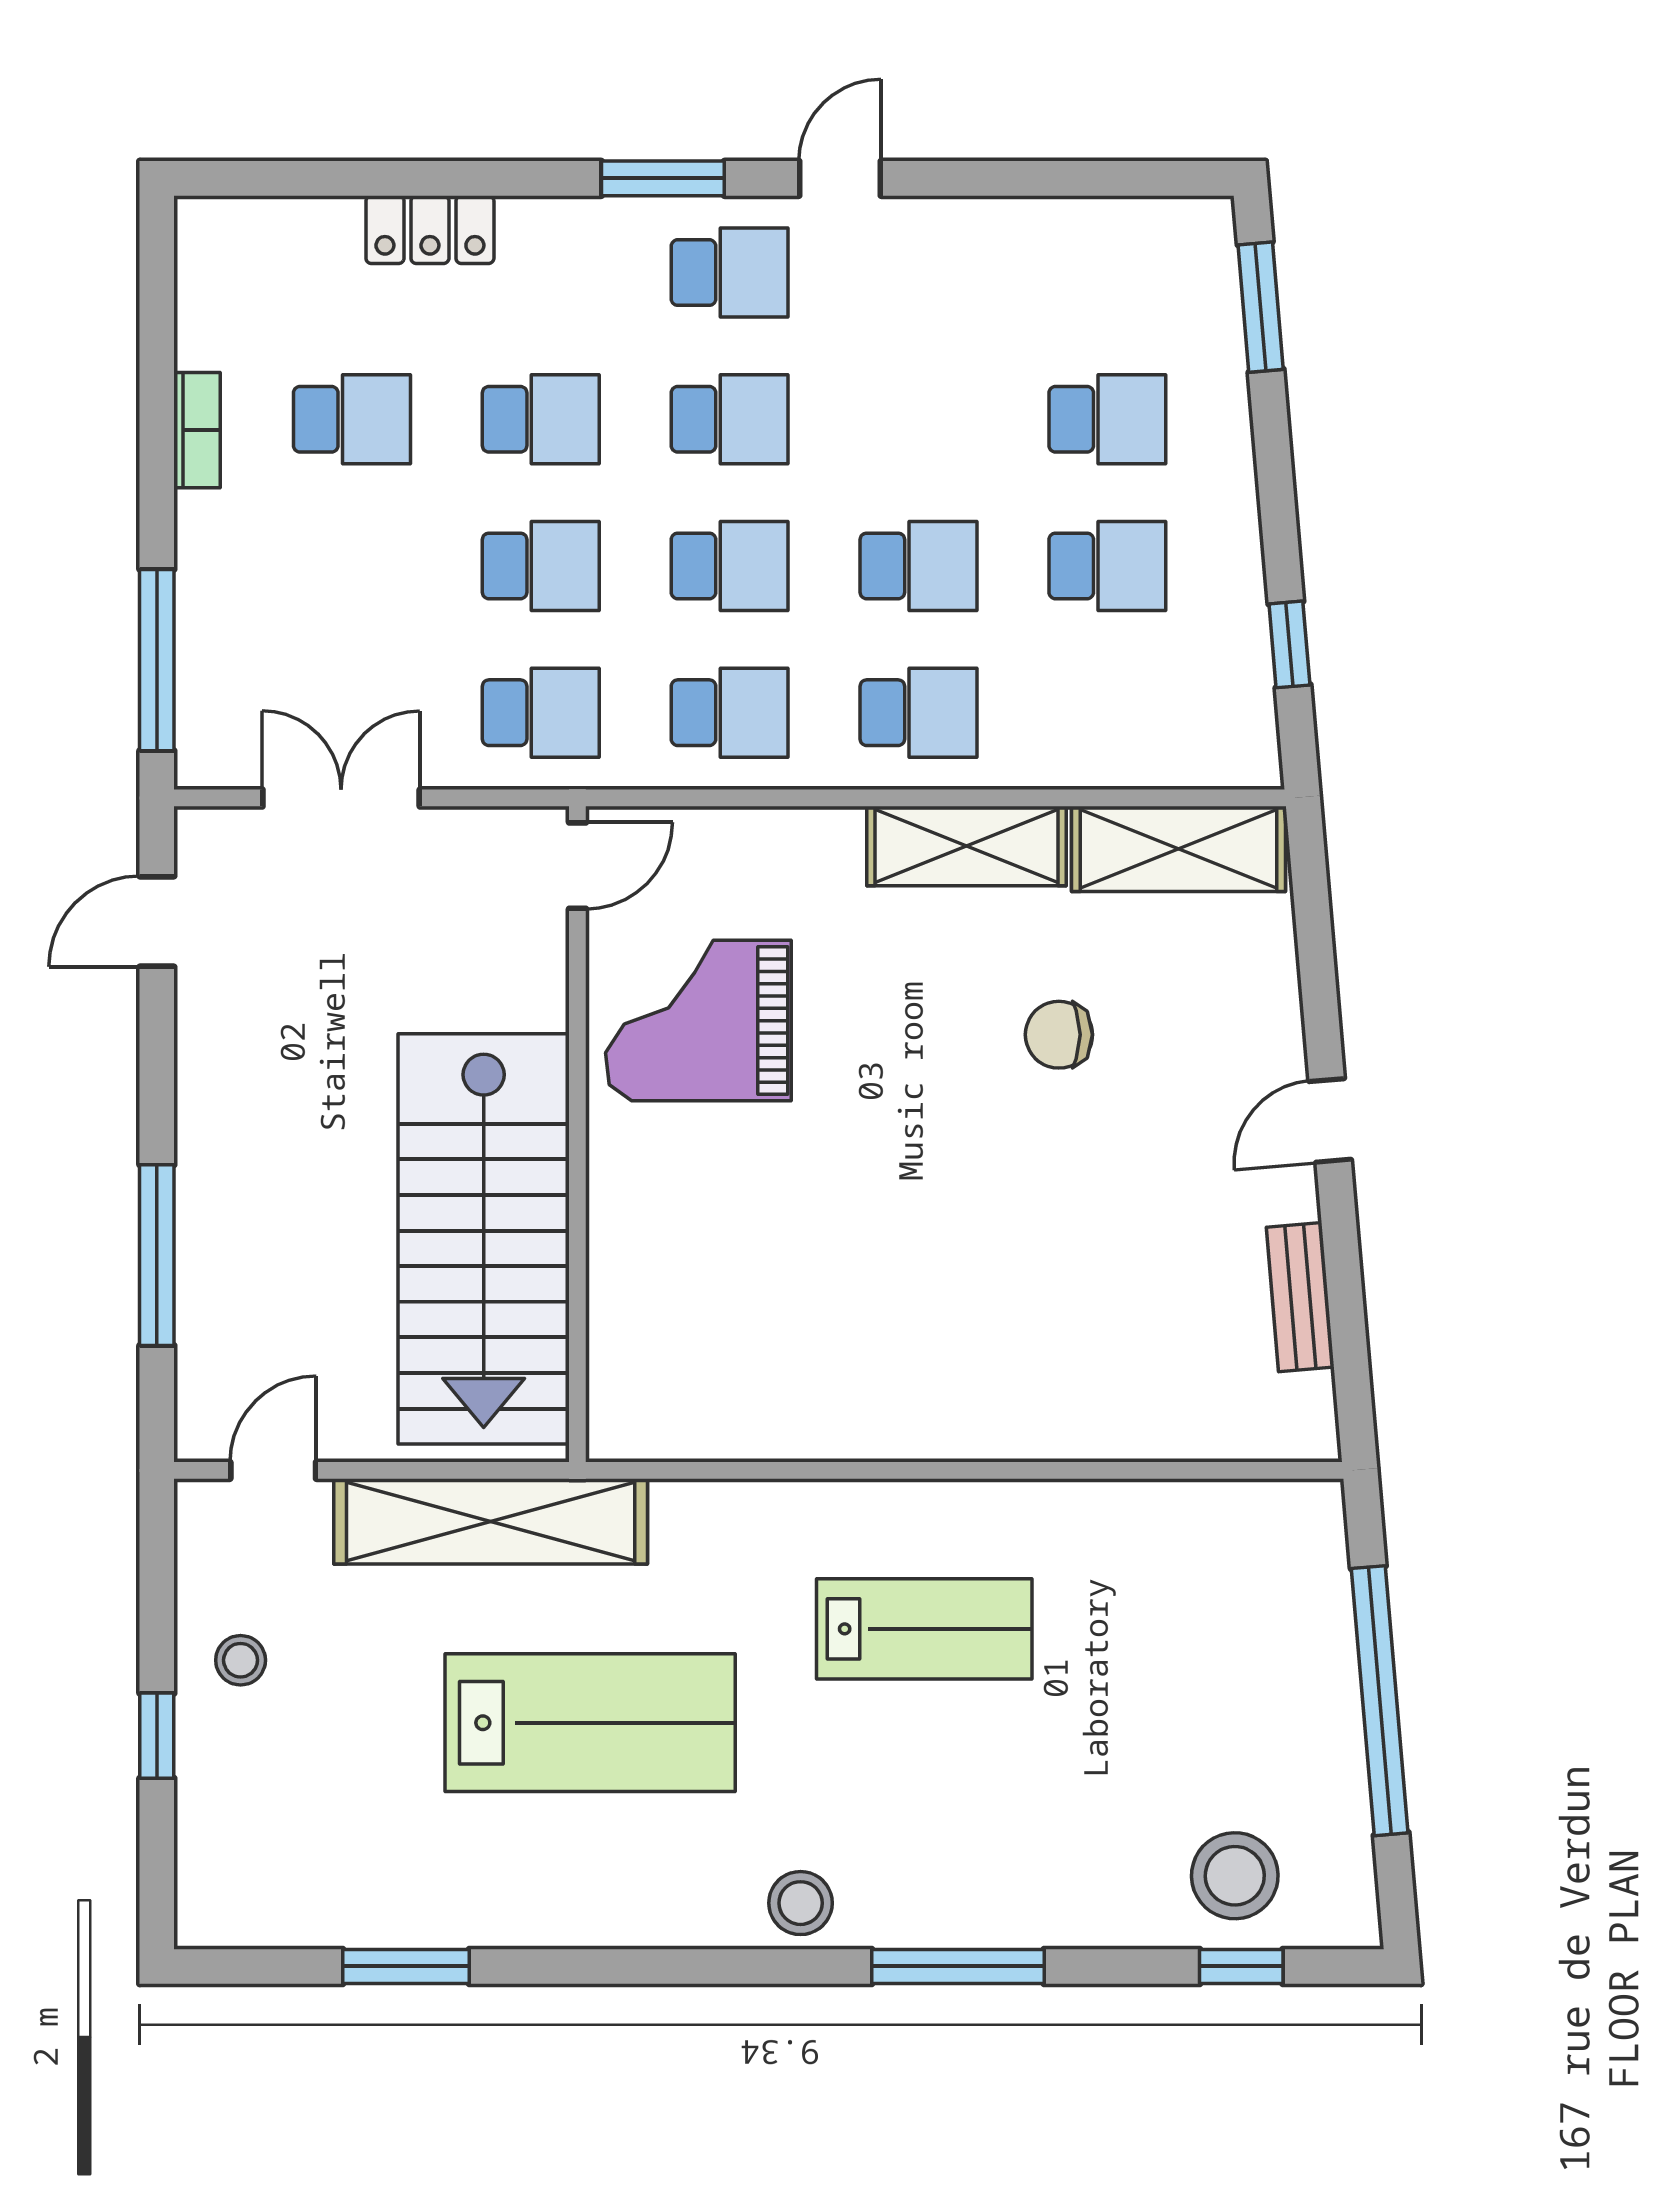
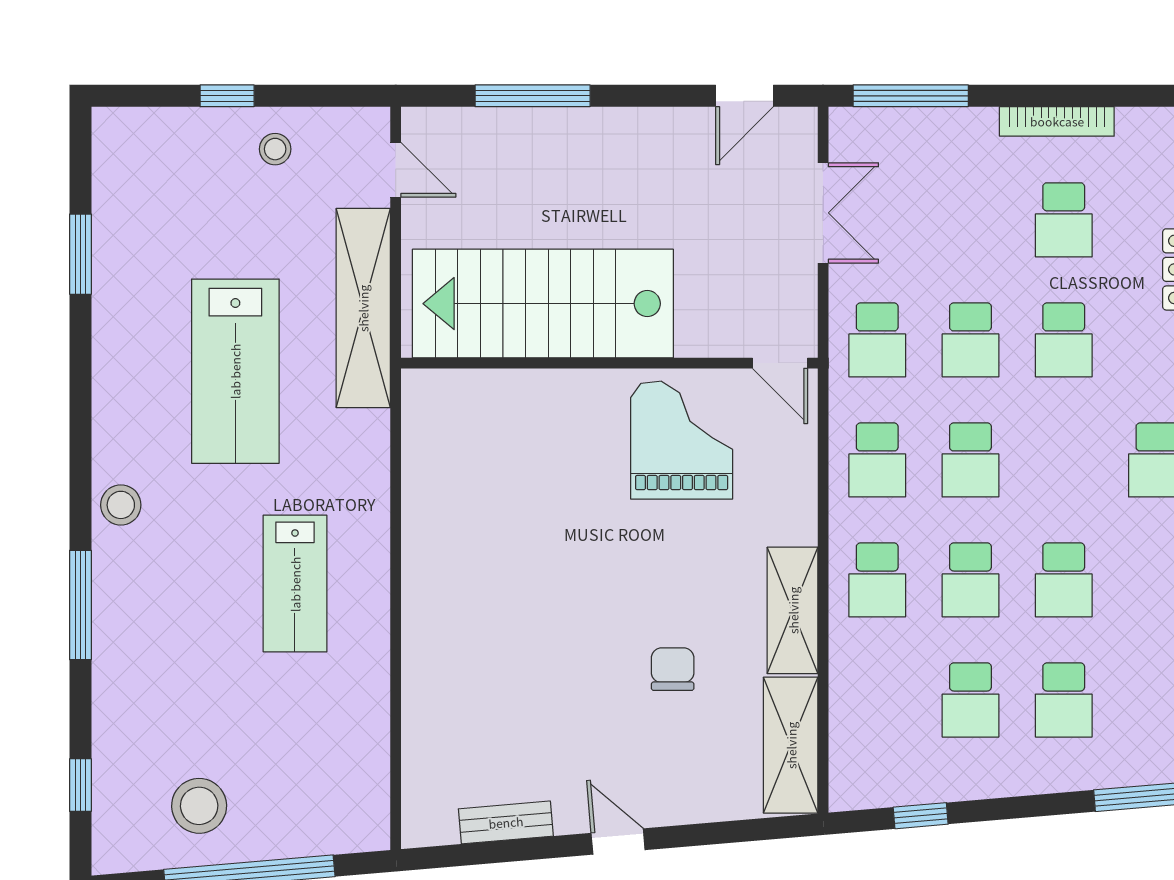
school desk: (730, 419) -> (1064, 580), moved
bookcase: (197, 430) -> (1057, 121), width x1.56
door: (157, 921) -> (745, 96), swing flipped
stool: (1235, 1876) -> (199, 806), moved

